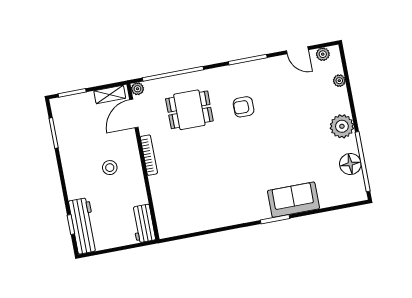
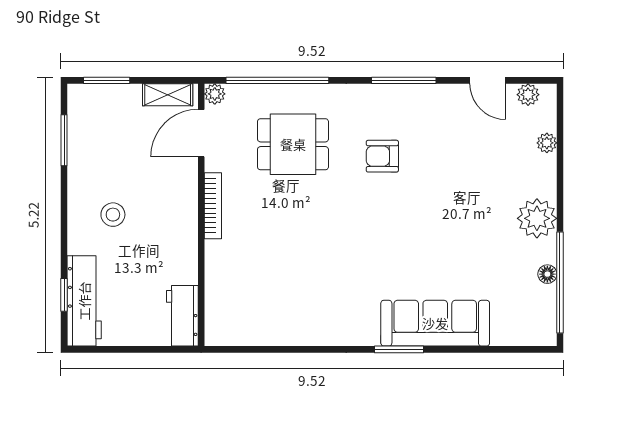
floor lamp: (350, 164) -> (547, 274), width x0.53, depth x0.53
stool: (110, 168) -> (113, 215), moved
sofa: (293, 200) -> (435, 323), width x1.36

